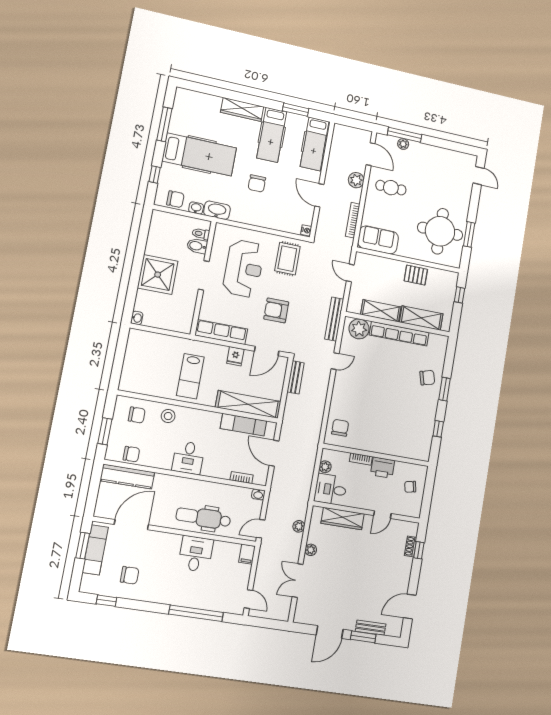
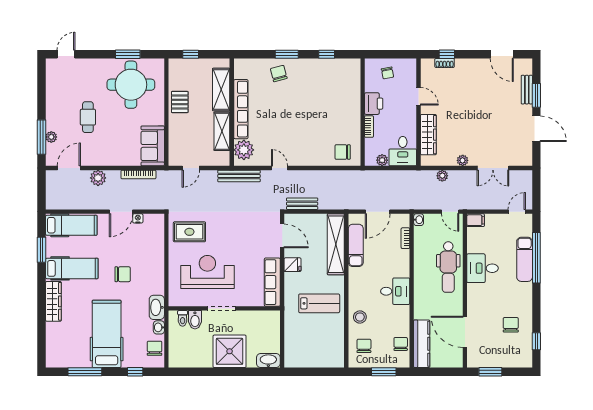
cafe table: (391, 188) -> (88, 117), moved
nightstand: (306, 230) -> (138, 218), moved
armchair: (276, 310) -> (242, 234), removed
washbasin: (137, 318) -> (268, 361), width x1.91, depth x1.45
exam couch: (95, 550) -> (525, 259), moved, turned -90

